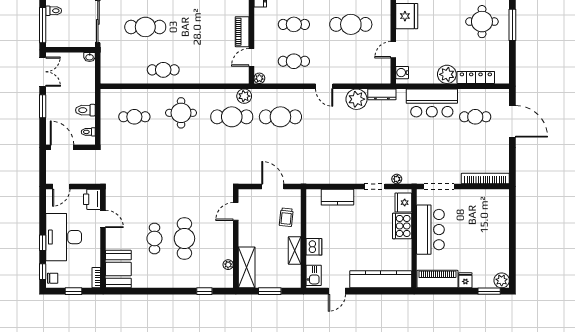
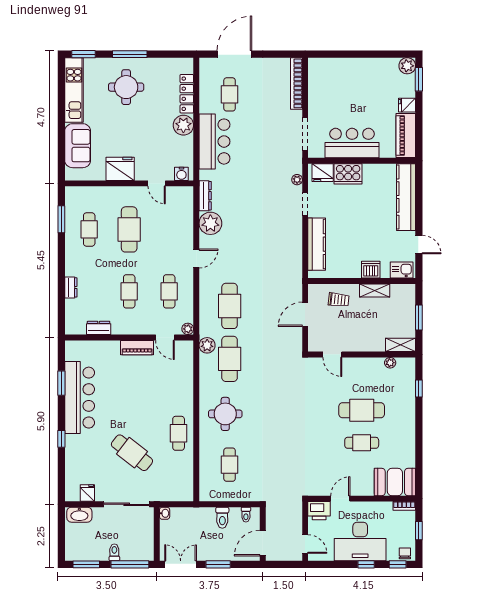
cafe table: (145, 27) -> (132, 453), turned -52
kitchen counter: (337, 197) -> (317, 244), width x1.50
shelving: (247, 267) -> (401, 345), width x0.67, depth x0.75

